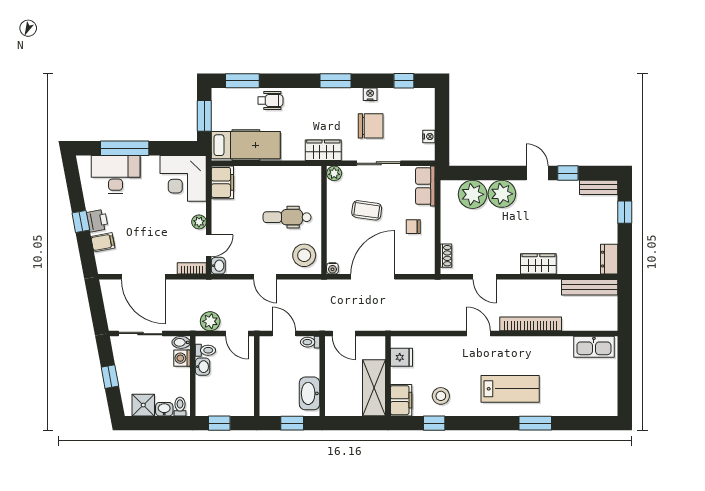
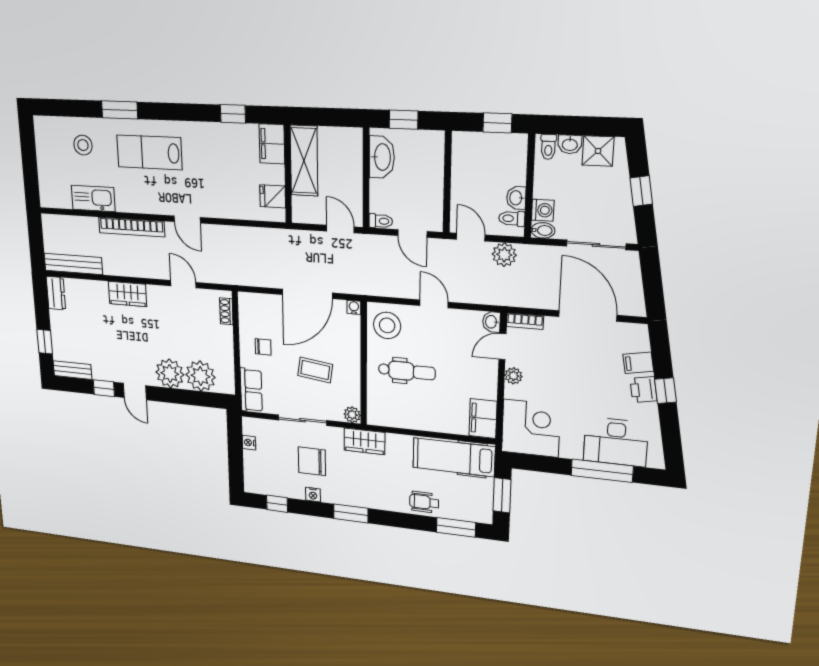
kitchen sink: (594, 347) -> (93, 199), moved
stool: (441, 396) -> (83, 145), moved

